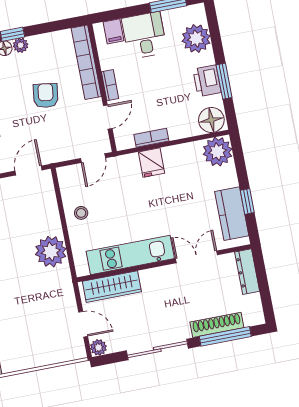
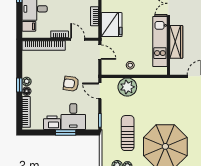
armchair: (46, 96) -> (71, 84), moved
fridge: (151, 163) -> (112, 25), width x1.88, depth x1.34
plant: (51, 252) -> (127, 87), moved
wardrobe: (112, 287) -> (176, 42), moved

